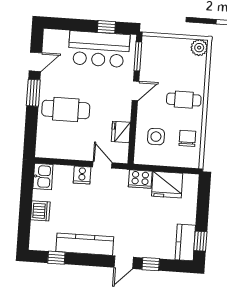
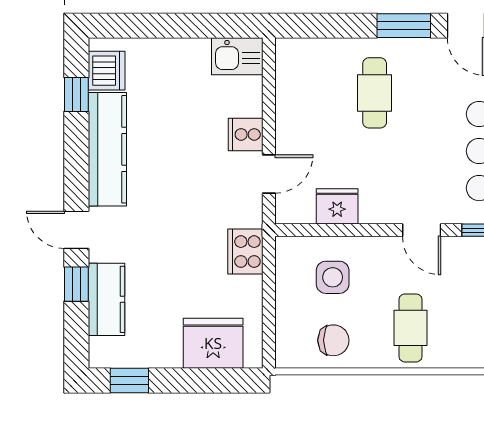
cafe table: (66, 109) -> (375, 93), width x0.73, depth x0.74
fridge: (167, 185) -> (213, 343), moved, turned 90
dishwasher: (40, 211) -> (107, 71), moved, turned -90
kitchen counter: (185, 242) -> (107, 299), moved, turned 90

